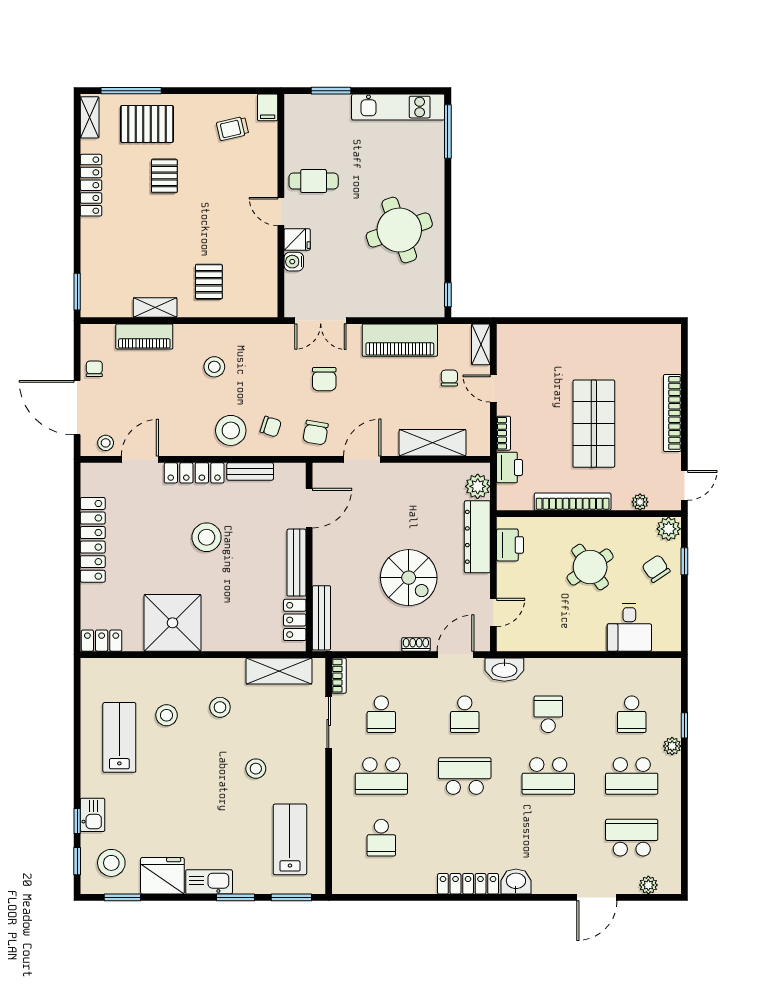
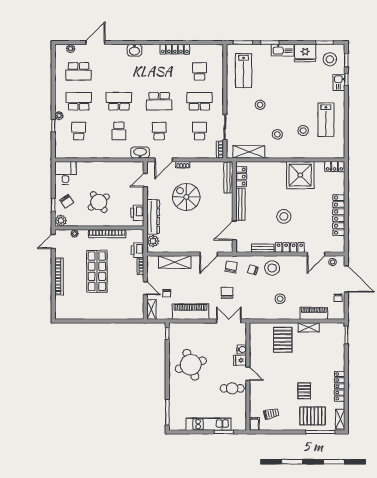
kitchen unit: (398, 107) -> (208, 424), moved
pallet: (209, 282) -> (283, 340), width x1.50, depth x1.42
desk: (629, 627) -> (65, 173), moved
locker: (468, 884) -> (175, 49), moved

